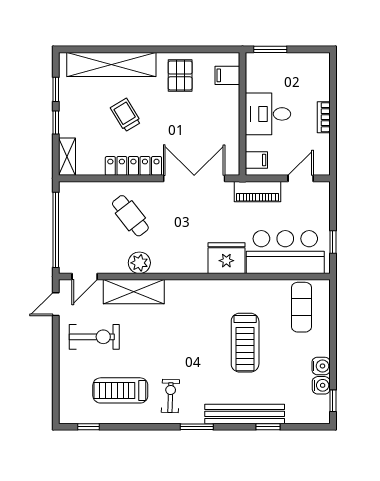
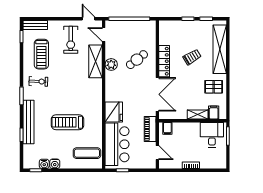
desk: (268, 114) -> (212, 135), moved
shelving: (67, 157) -> (198, 115), moved
treadmill: (120, 390) -> (41, 54), turned 180
bench: (67, 402) -> (35, 25), added

